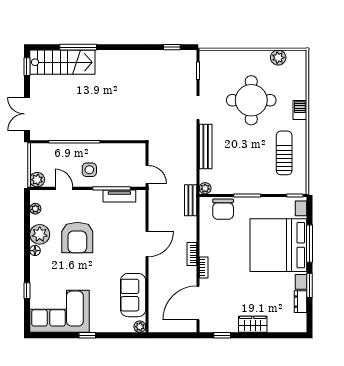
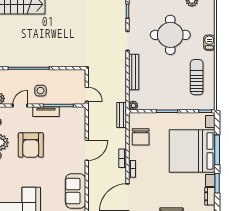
door: (64, 188) -> (20, 106), hinge flipped
tv unit: (119, 196) -> (46, 112), moved
chair: (223, 209) -> (141, 137), moved

